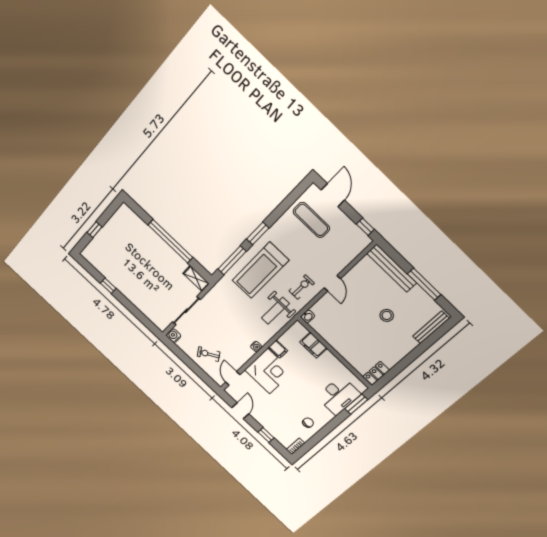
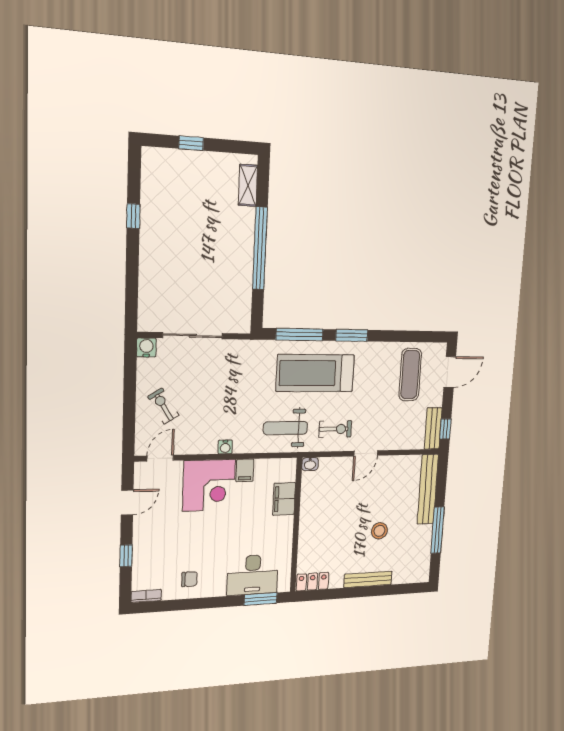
bench: (357, 234) -> (433, 428), added
shelving: (196, 279) -> (248, 185), moved
bench: (431, 327) -> (368, 579), moved

